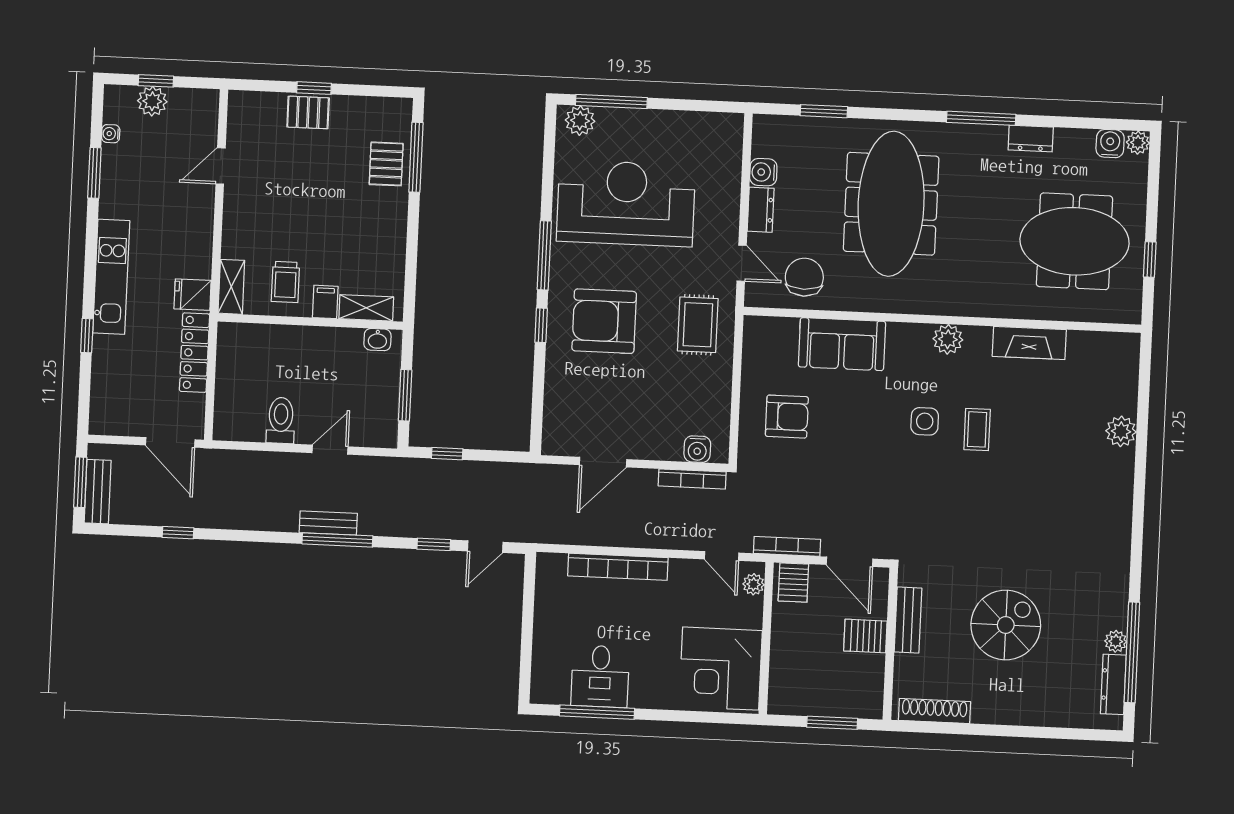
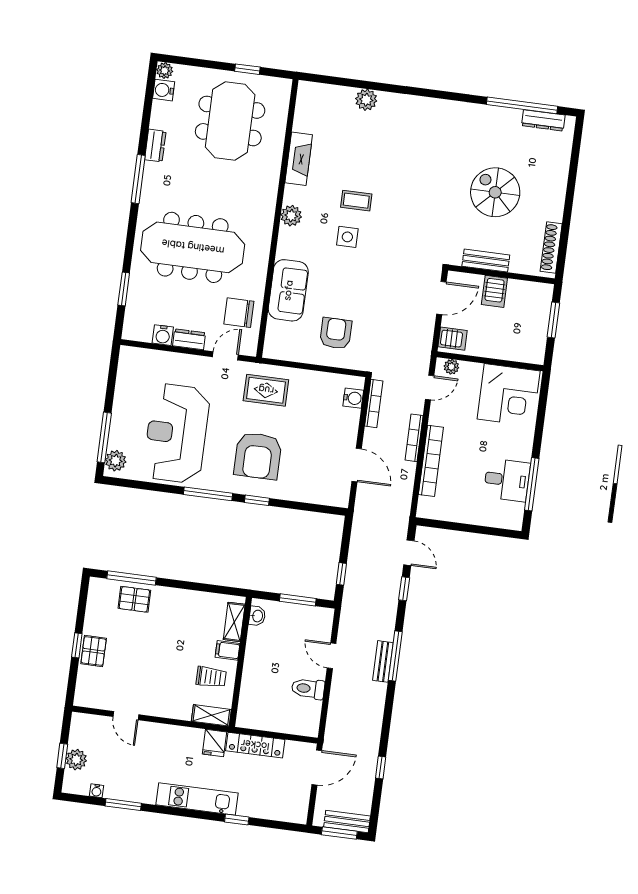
bookcase: (787, 546) -> (414, 438), moved
plant: (1116, 641) -> (513, 116), removed

